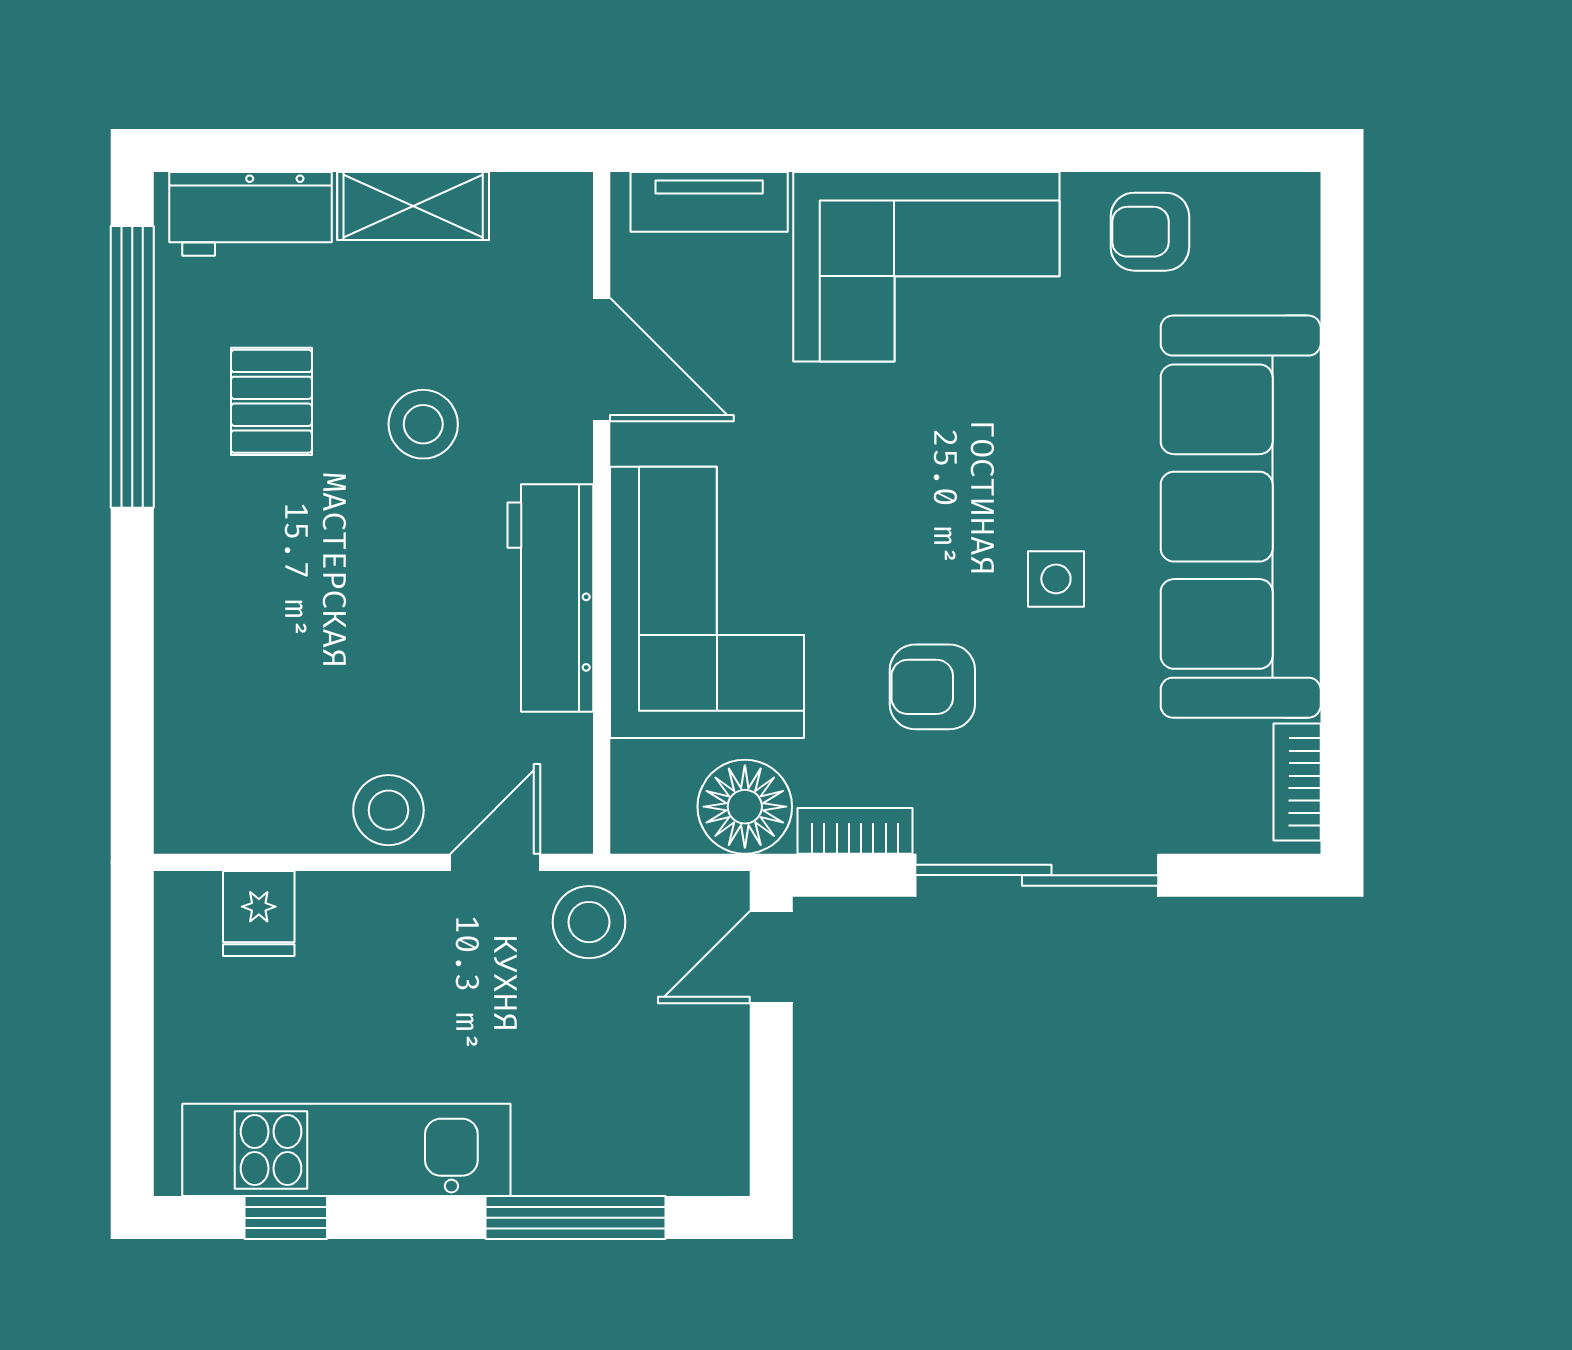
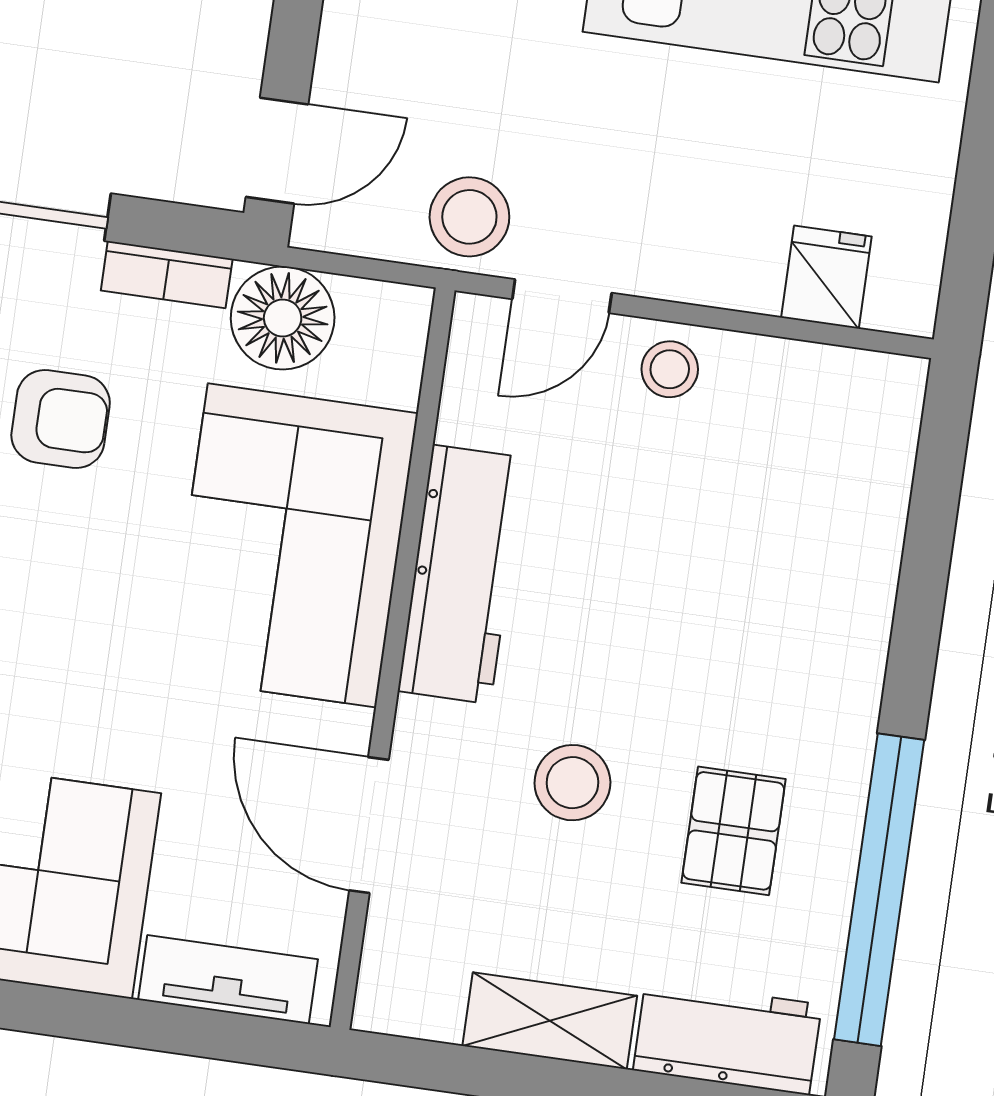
stool: (388, 810) -> (670, 369), width x0.73, depth x0.73

